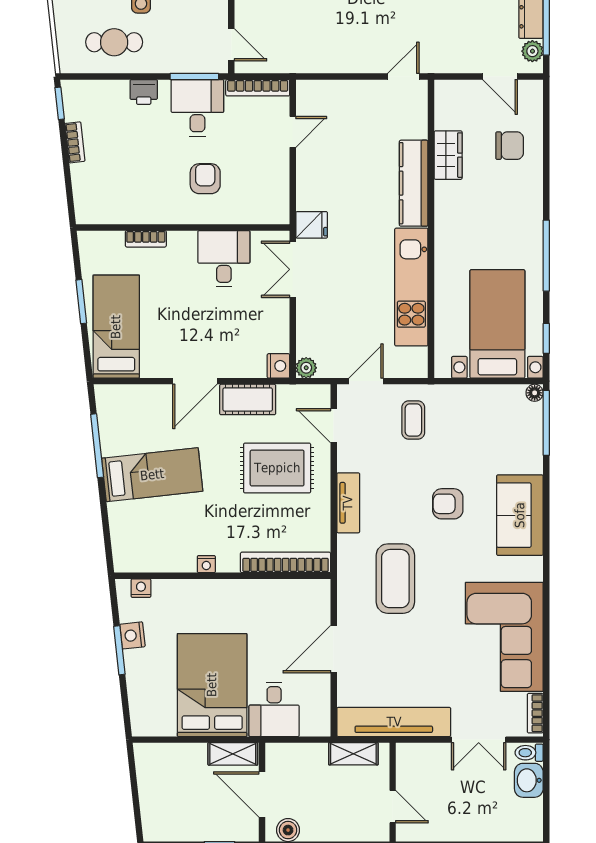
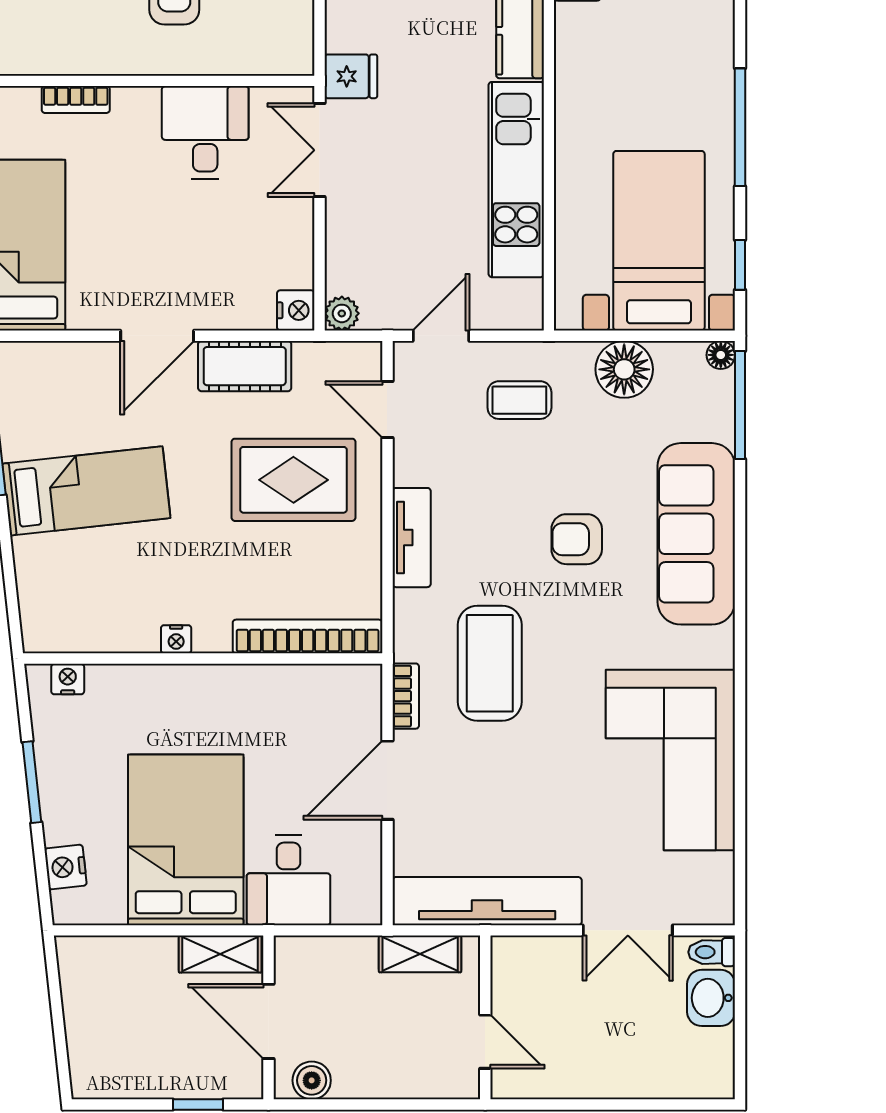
floor lamp: (476, 401) -> (624, 369), added
coffee table: (413, 420) -> (519, 400), turned 90
sofa: (520, 515) -> (696, 534), width x1.36
nightstand: (132, 635) -> (66, 867), moved
bookcase: (535, 713) -> (406, 696), moved, turned 180

